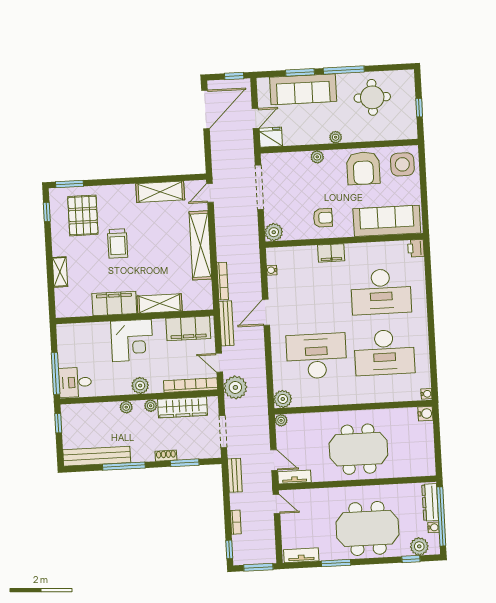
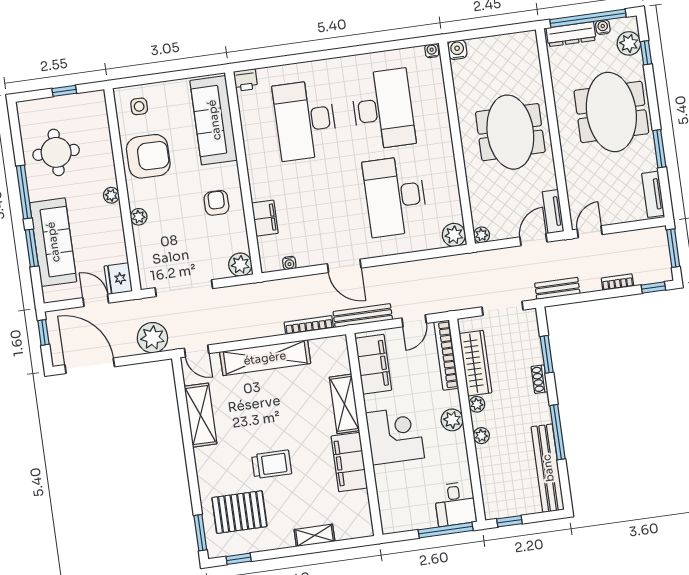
side table: (402, 164) -> (139, 106), width x0.54, depth x0.54
filing cabinet: (331, 253) -> (265, 218), moved
desk: (381, 292) -> (305, 120), turned 180
plant: (235, 387) -> (152, 338), moved

